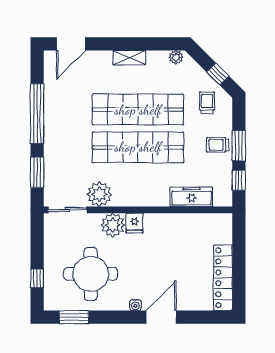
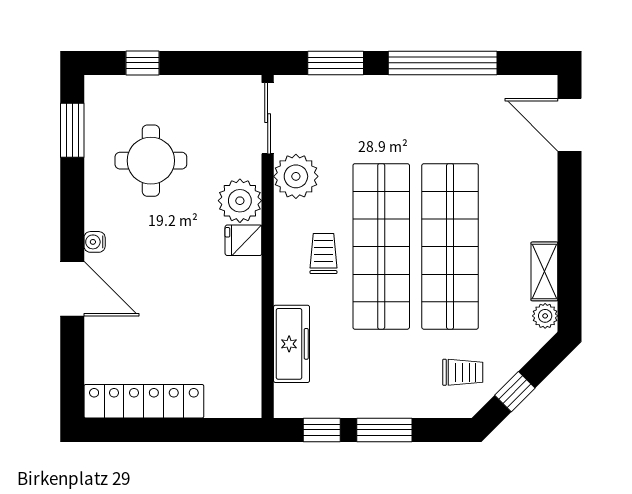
shelving: (129, 58) -> (544, 271), moved
trolley: (218, 145) -> (323, 254), moved
round table: (91, 274) -> (151, 161), width x0.73, depth x0.73

